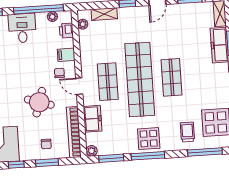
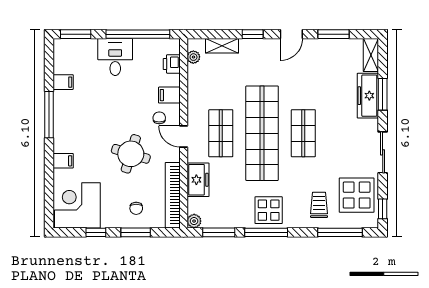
plant: (52, 17) -> (155, 45), removed

